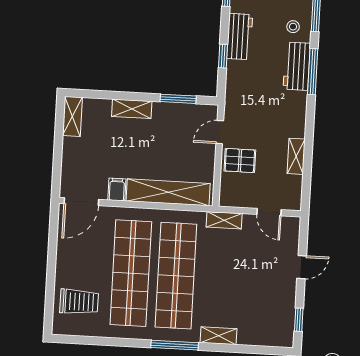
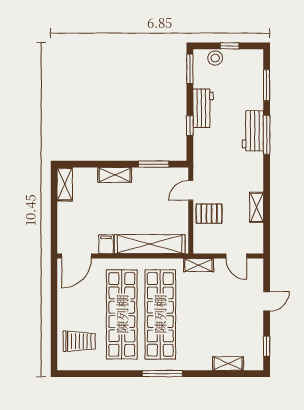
stool: (293, 27) -> (248, 97), removed
shelving: (219, 336) -> (228, 364), moved

